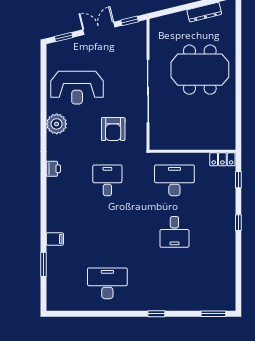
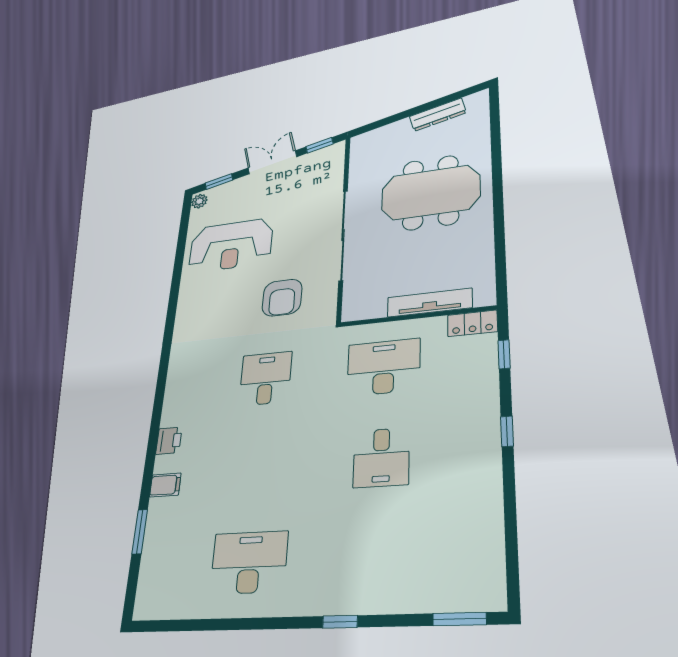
plant: (57, 124) -> (199, 201), moved, width x0.53, depth x0.53
tv unit: (199, 144) -> (430, 303), added
printer: (53, 169) -> (169, 441), moved

